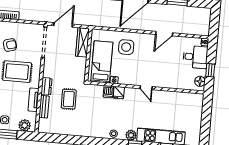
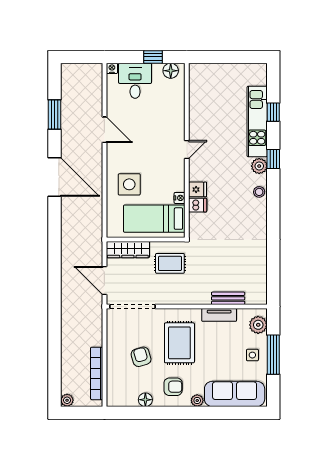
dresser: (46, 86) -> (197, 297), removed
rug: (69, 99) -> (170, 263), moved

